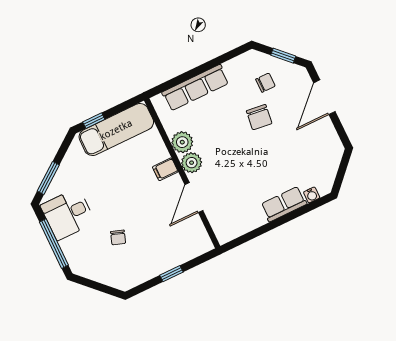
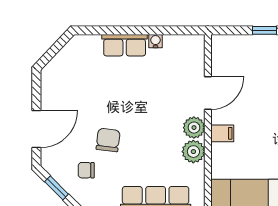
water cooler: (312, 195) -> (156, 41), moved

